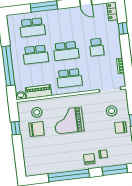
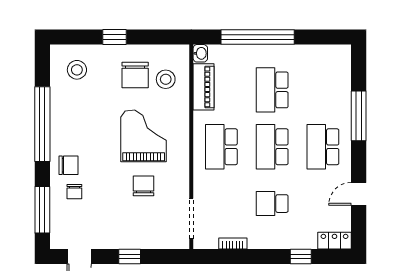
school desk: (32, 27) -> (323, 147), moved
stool: (112, 111) -> (77, 70), moved
chair: (121, 127) -> (143, 186), moved
window: (16, 128) -> (115, 37), moved

